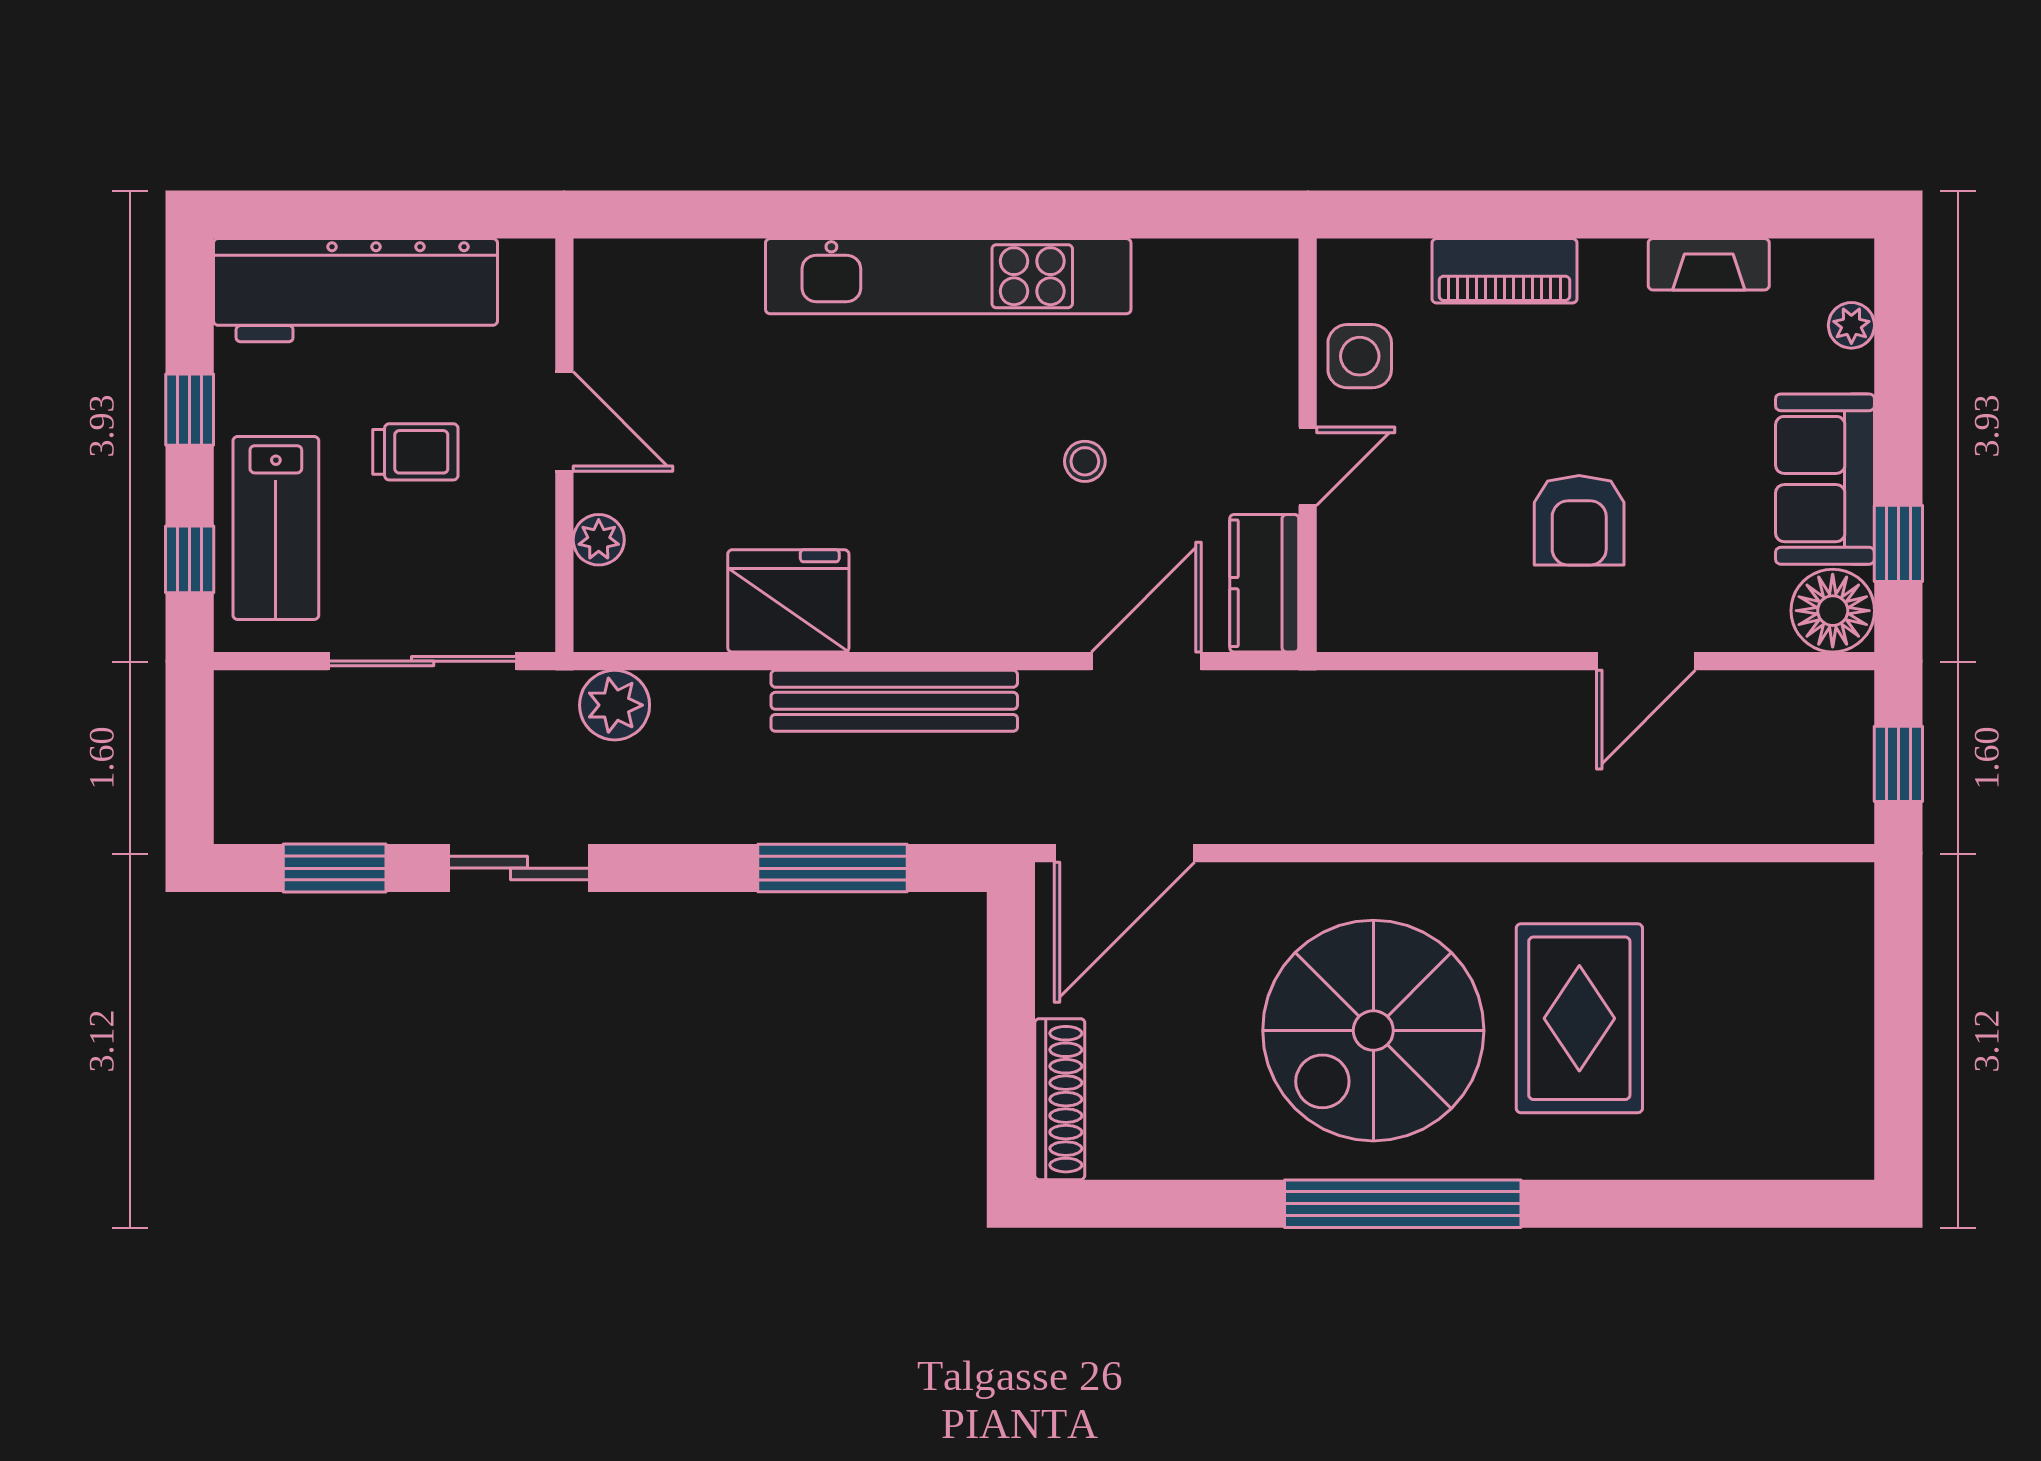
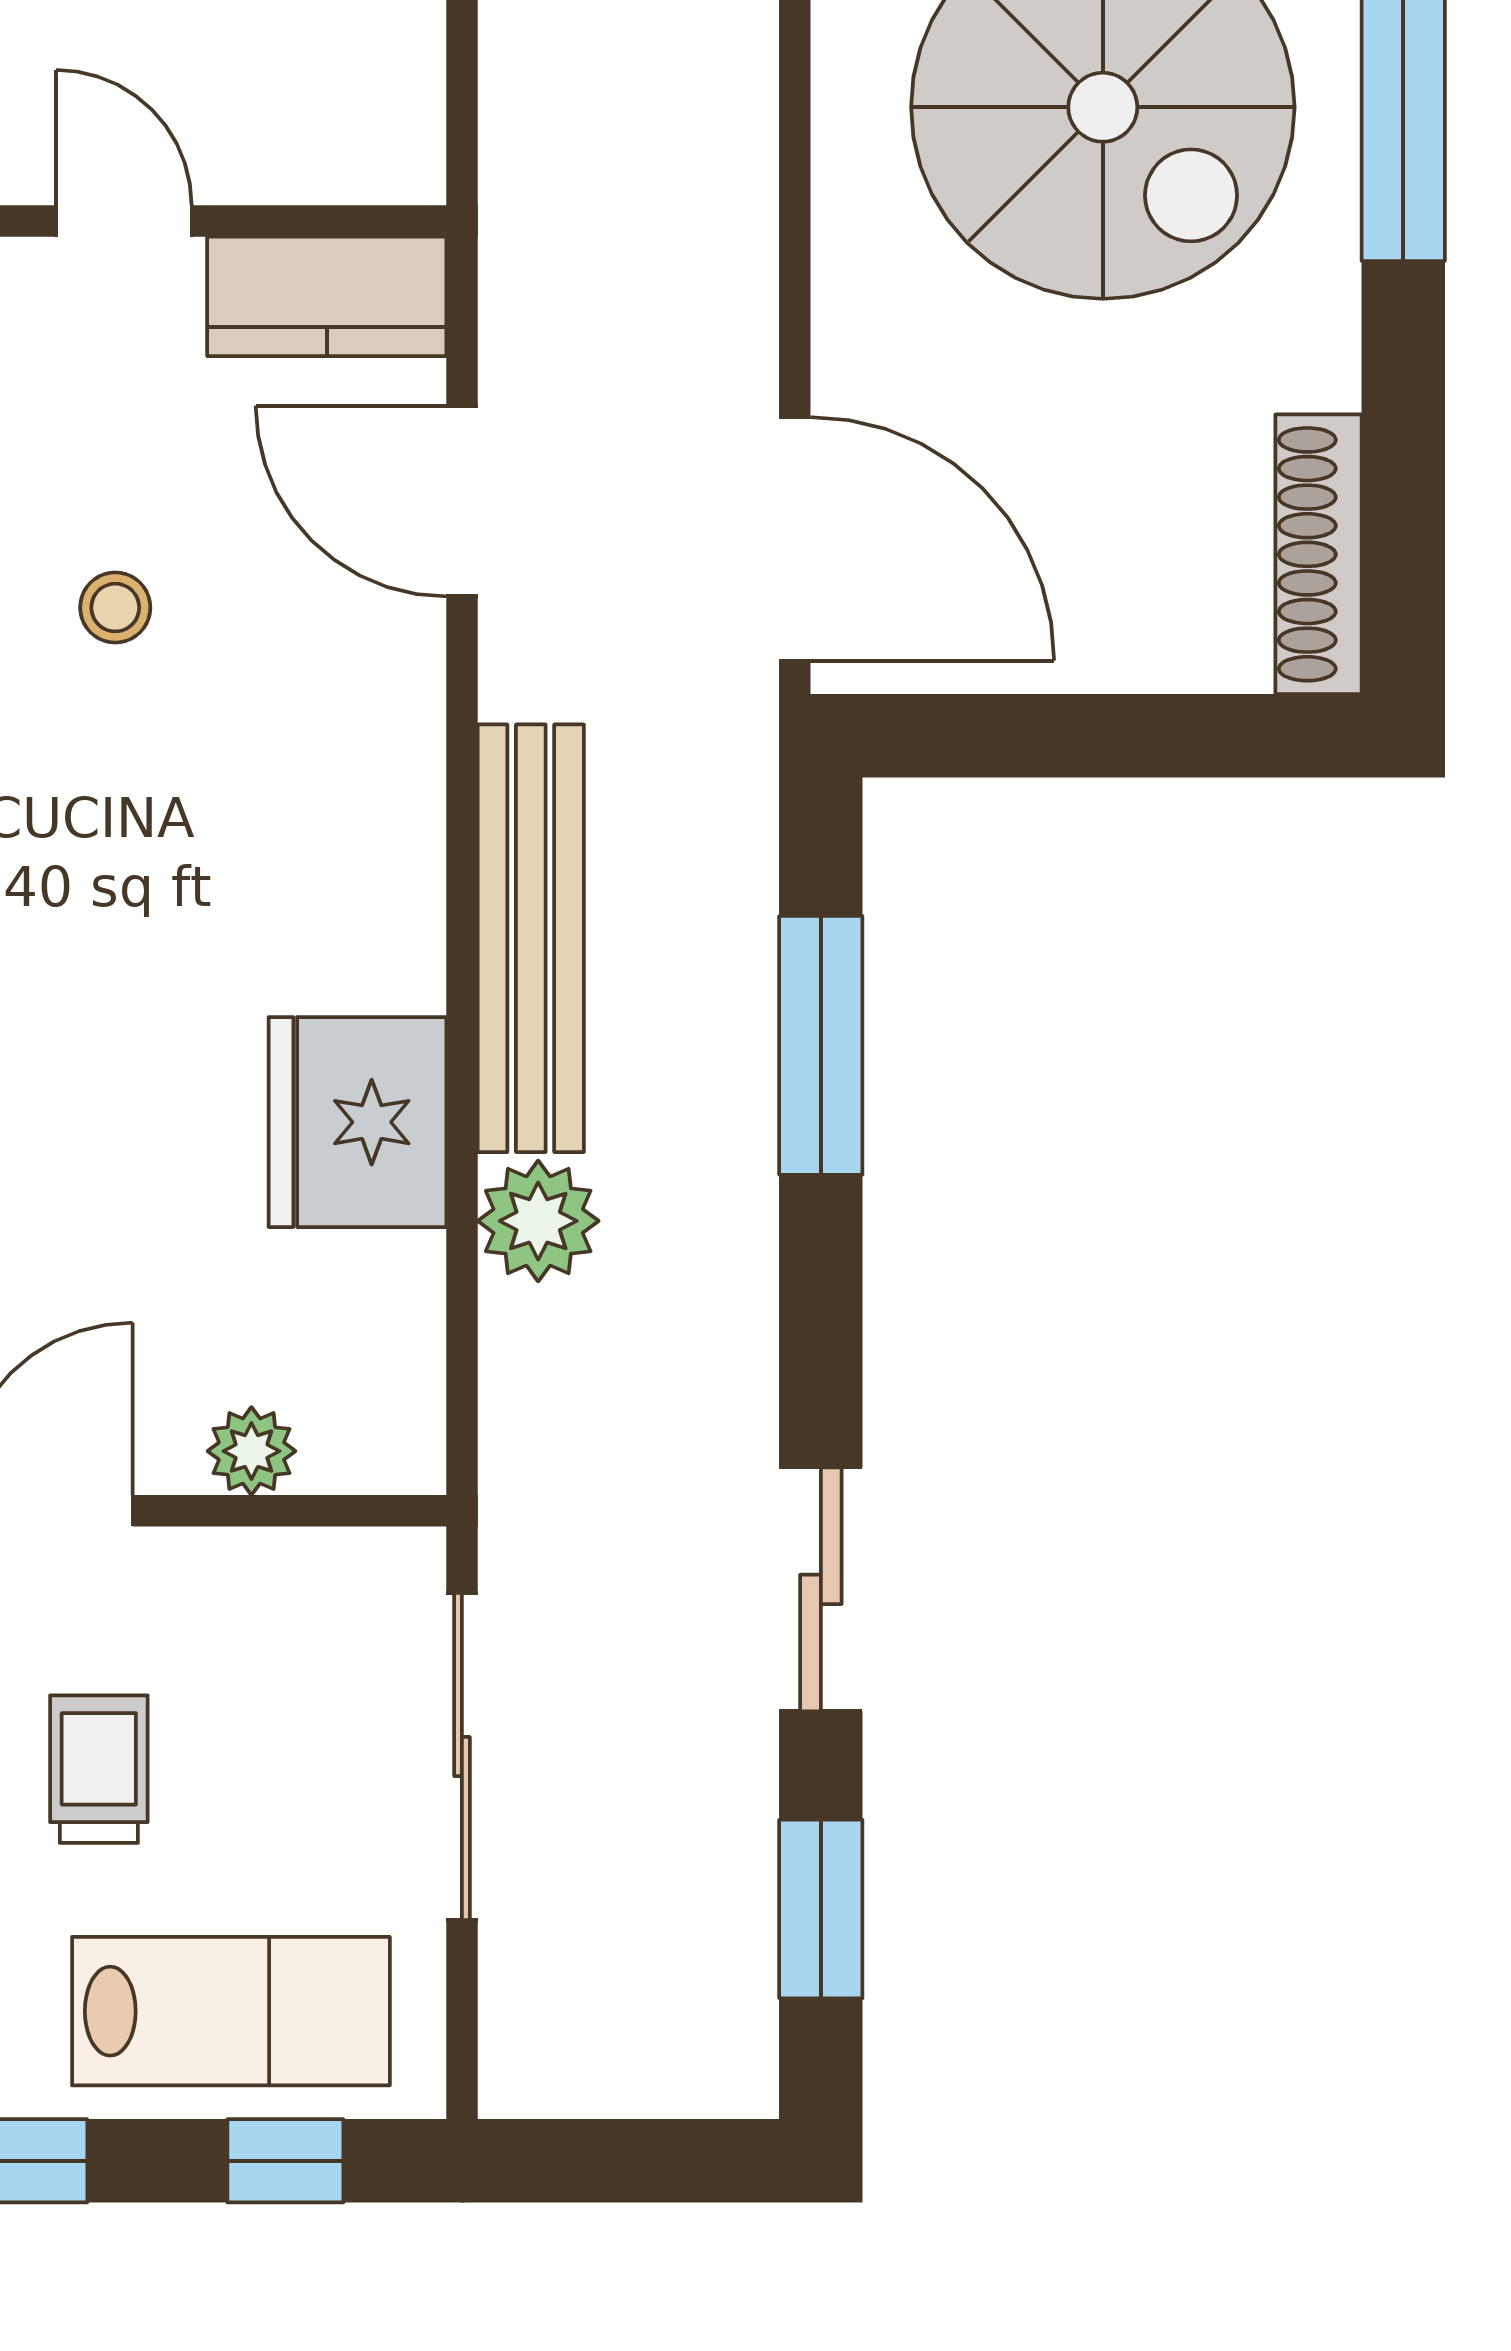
plant: (615, 705) -> (538, 1221), moved
shoe rack: (1060, 1099) -> (1319, 554), moved, turned -90

